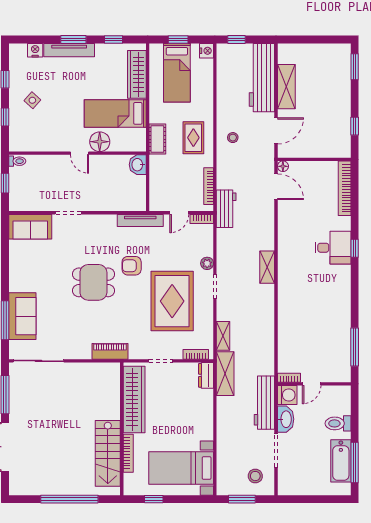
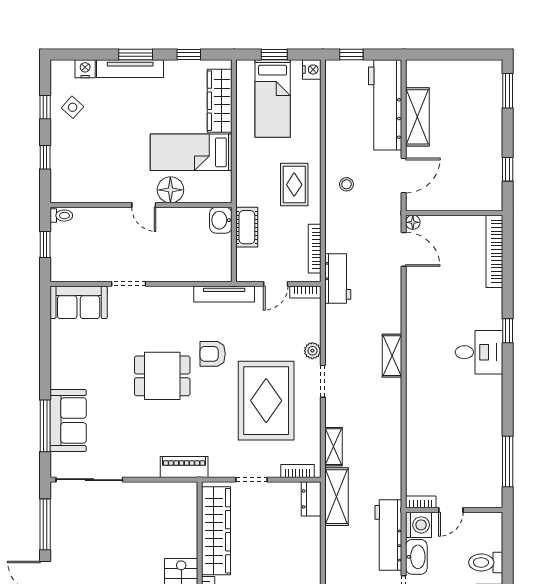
side table: (32, 100) -> (73, 107), moved
cot: (157, 139) -> (247, 227), moved
desk: (333, 248) -> (479, 352), moved

